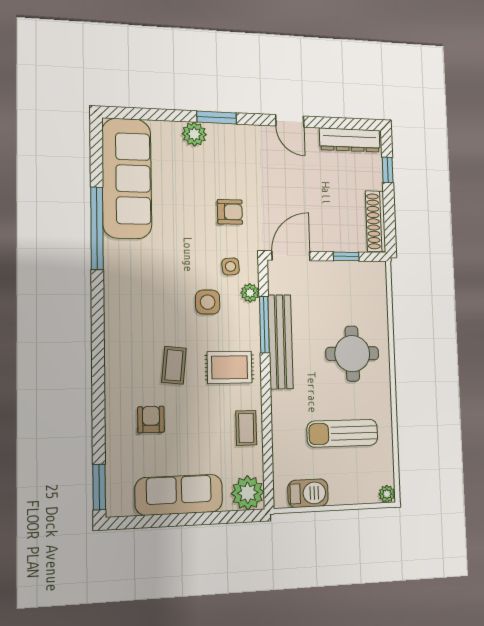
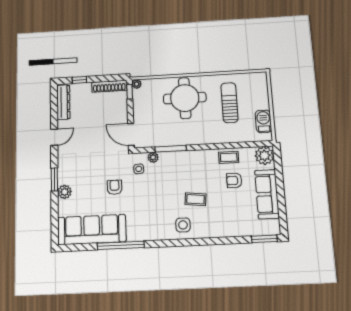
armchair: (230, 212) -> (115, 187), moved
window: (346, 256) -> (130, 92), moved
side table: (208, 302) -> (183, 225), moved
bench: (280, 342) -> (180, 139), removed
round table: (352, 354) -> (185, 98), width x1.36, depth x1.36
rug: (230, 367) -> (195, 168), removed
armchair: (151, 419) -> (234, 180), moved
sun lounger: (342, 433) -> (229, 103), turned 180
plant: (387, 494) -> (137, 84), moved

